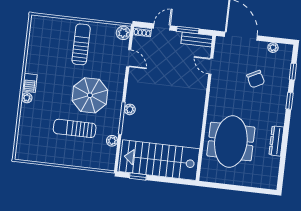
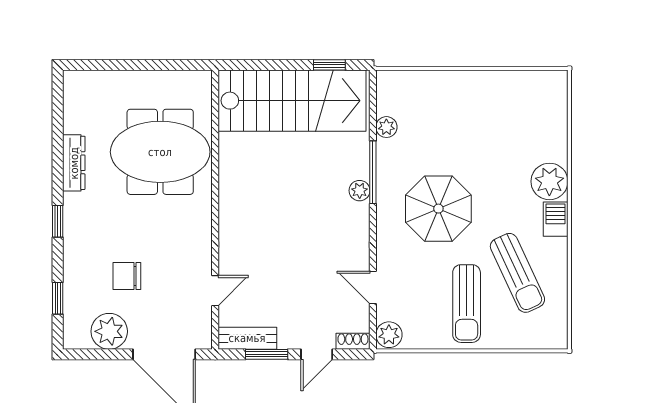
plant: (273, 48) -> (109, 331), width x1.88, depth x1.88
door: (211, 66) -> (215, 291), hinge flipped
chair: (256, 79) -> (127, 276), turned -63
plant: (27, 98) -> (549, 181), width x1.87, depth x1.87
window: (289, 101) -> (58, 221), moved
sun lounger: (75, 128) -> (517, 273), moved, turned 65
meeting table: (231, 141) -> (160, 152), turned 90

